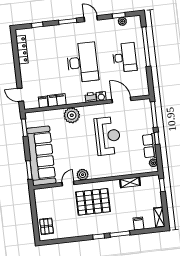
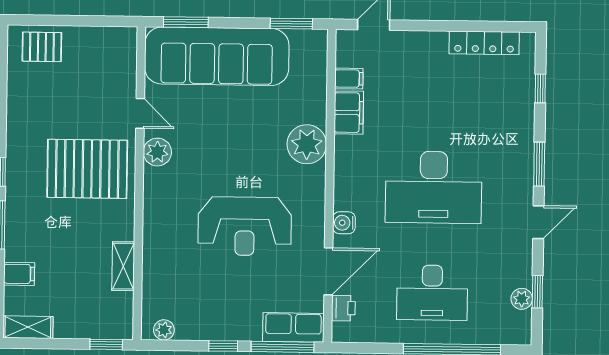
printer: (91, 97) -> (343, 308), moved
row of seats: (150, 146) -> (293, 327), moved
pallet: (93, 202) -> (87, 169), turned 90

